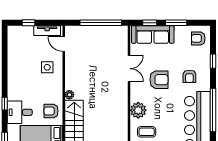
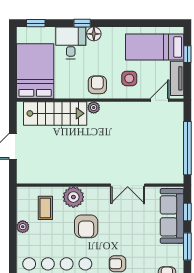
bed: (23, 48) -> (155, 47), added
armchair: (159, 80) -> (86, 226), moved
floor lamp: (13, 95) -> (94, 34), added
armchair: (51, 111) -> (97, 85), moved

